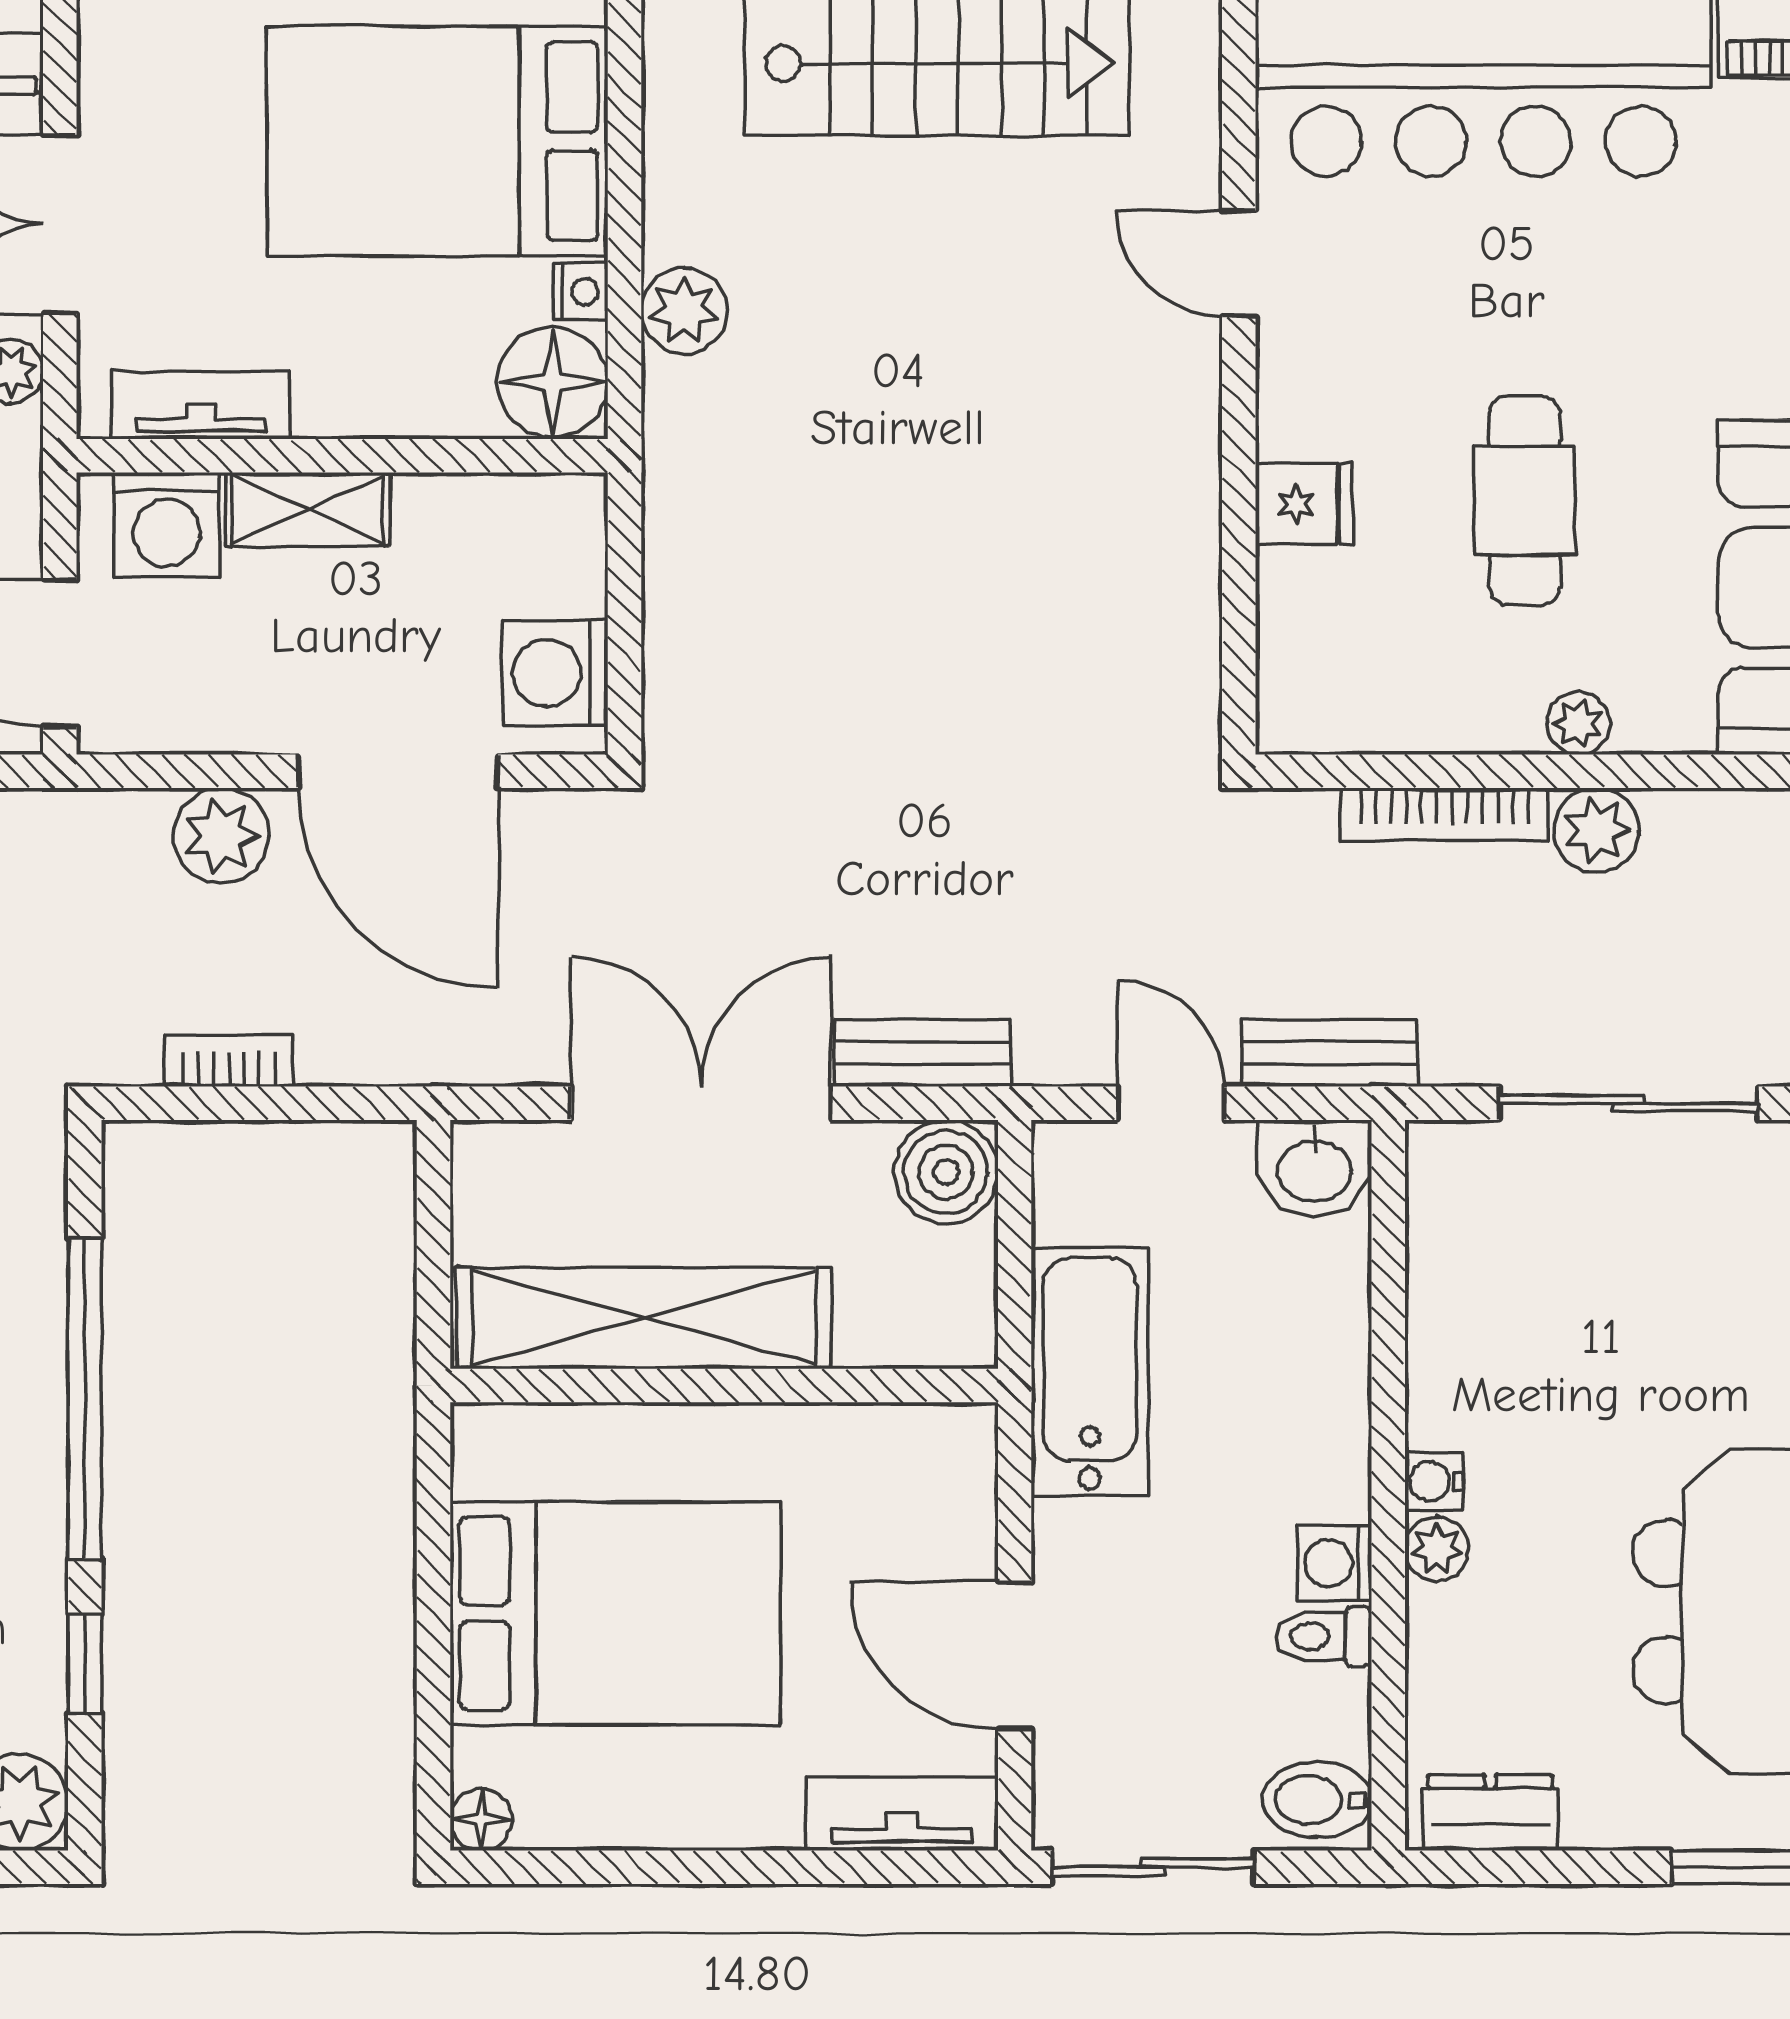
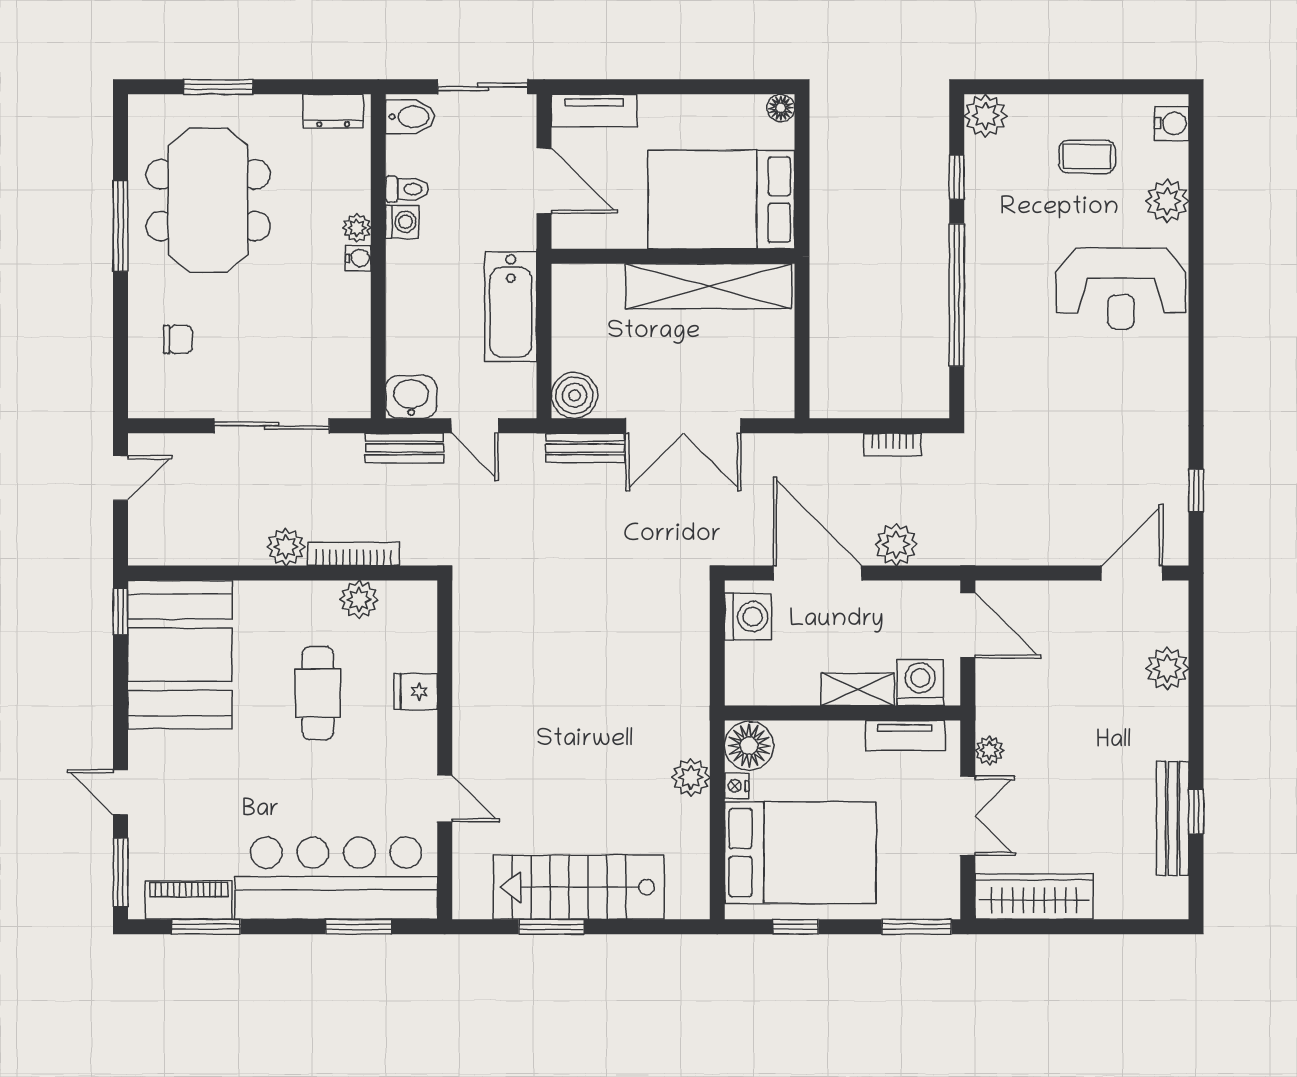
plant: (1578, 723) -> (359, 600), moved, width x1.38, depth x1.38
shelving: (644, 1318) -> (709, 286), moved
wall: (724, 1386) -> (673, 256), moved

